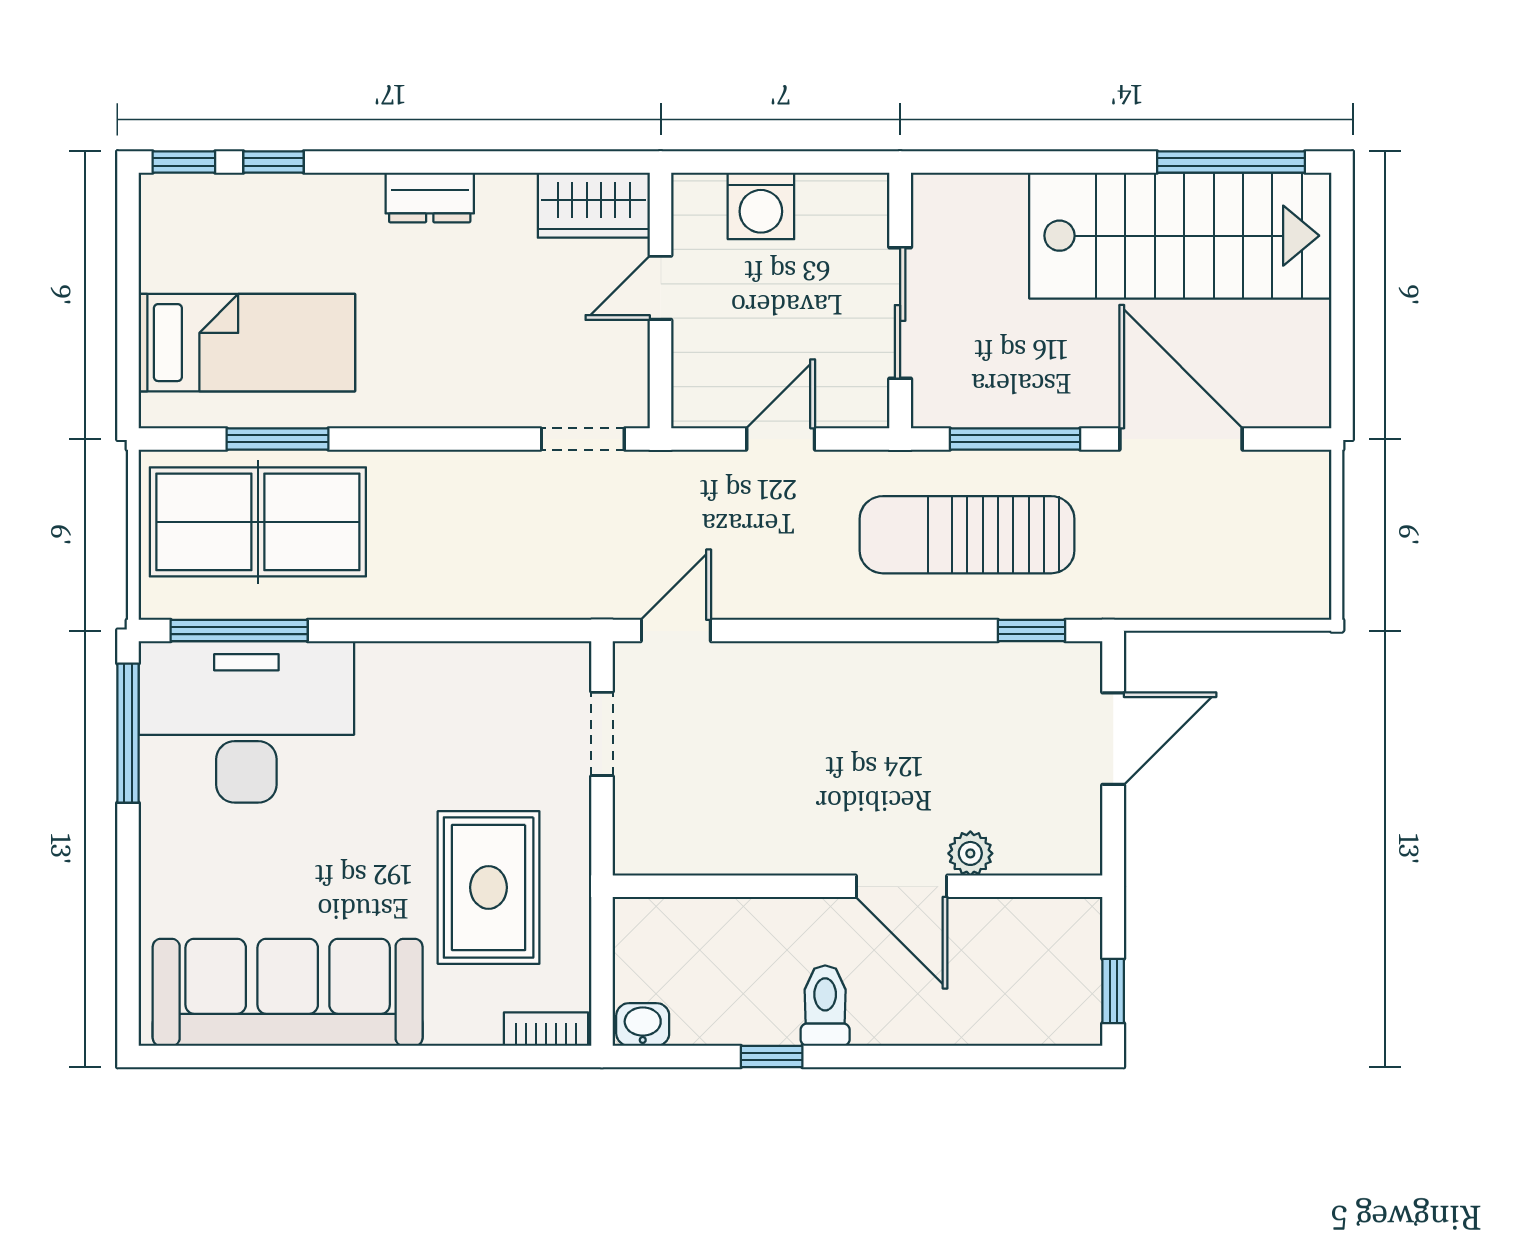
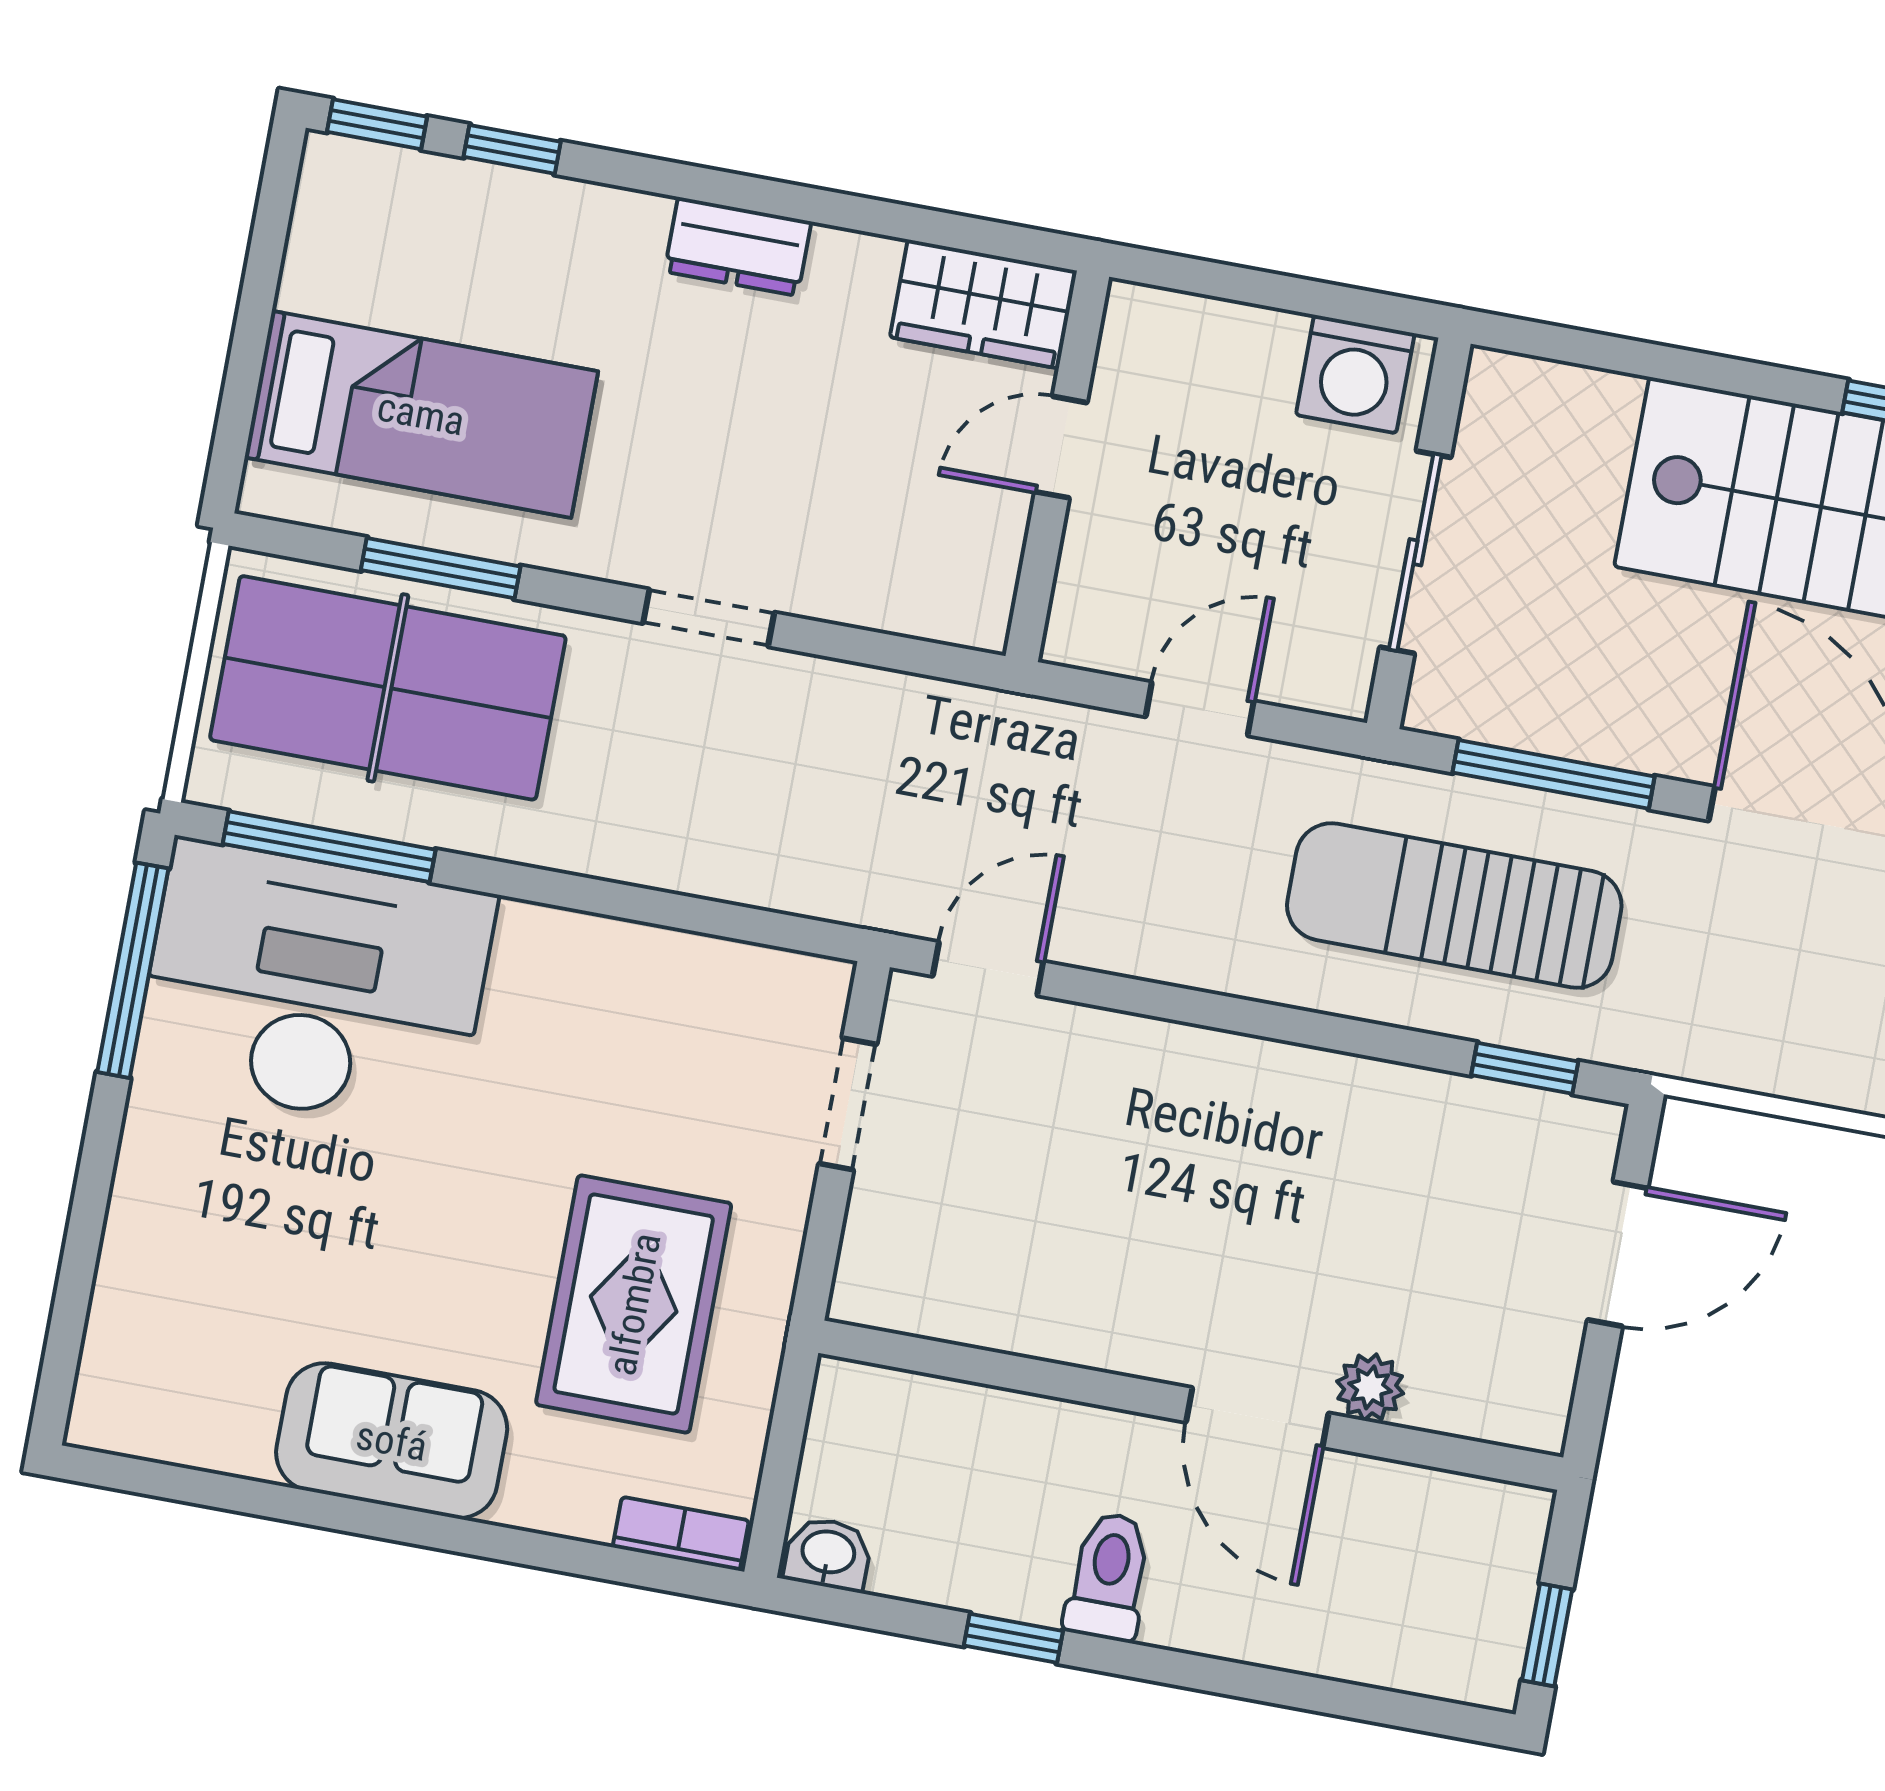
washing machine: (761, 206) -> (1355, 374), moved
doorway: (583, 439) -> (709, 618), moved
sofa: (288, 992) -> (392, 1441), width x0.54, depth x0.79

